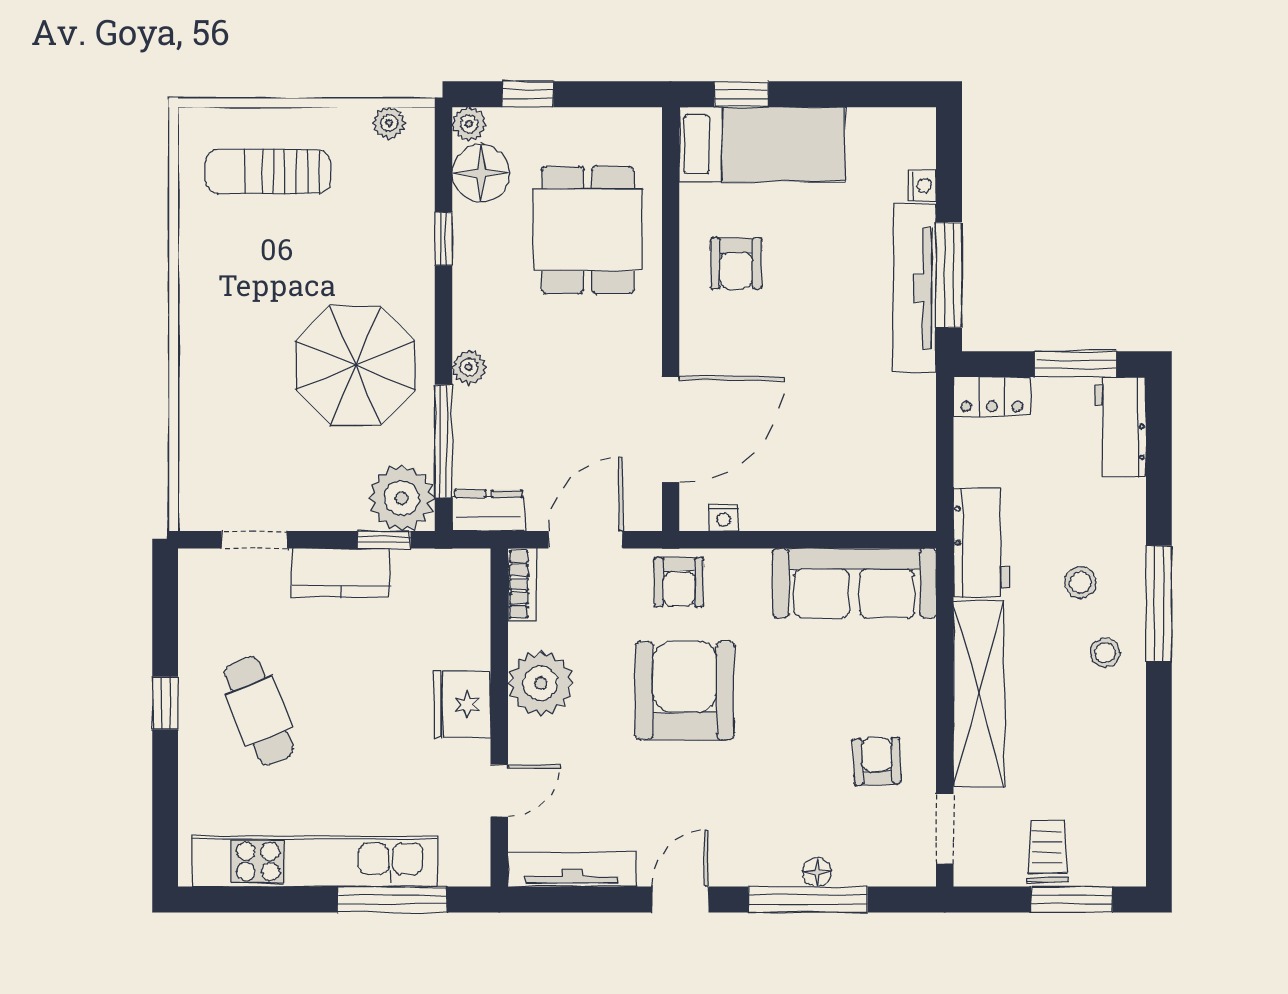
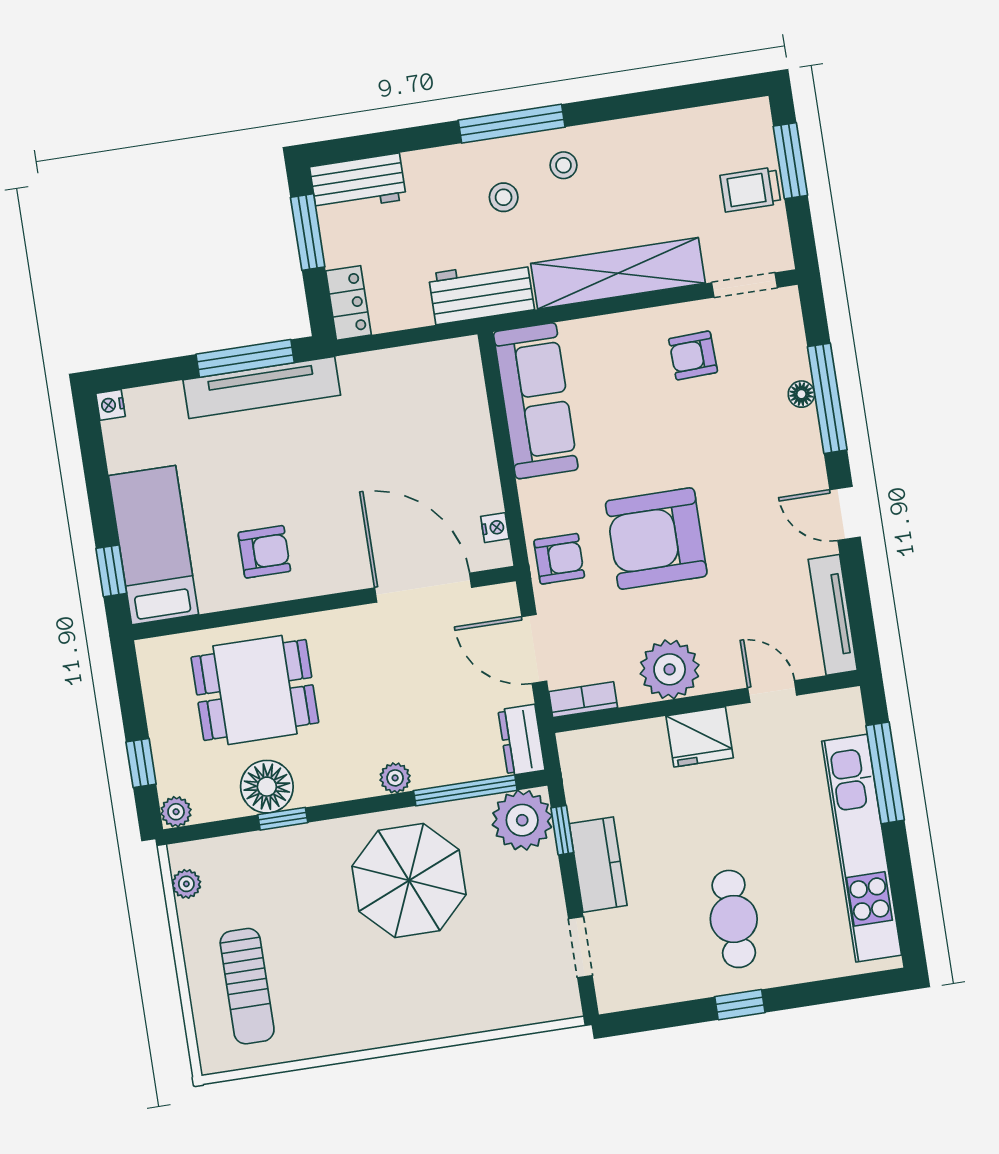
floor lamp: (481, 173) -> (267, 787), moved
nightstand: (922, 186) -> (110, 405), moved, turned -90
cafe table: (259, 711) -> (734, 919), turned -68

